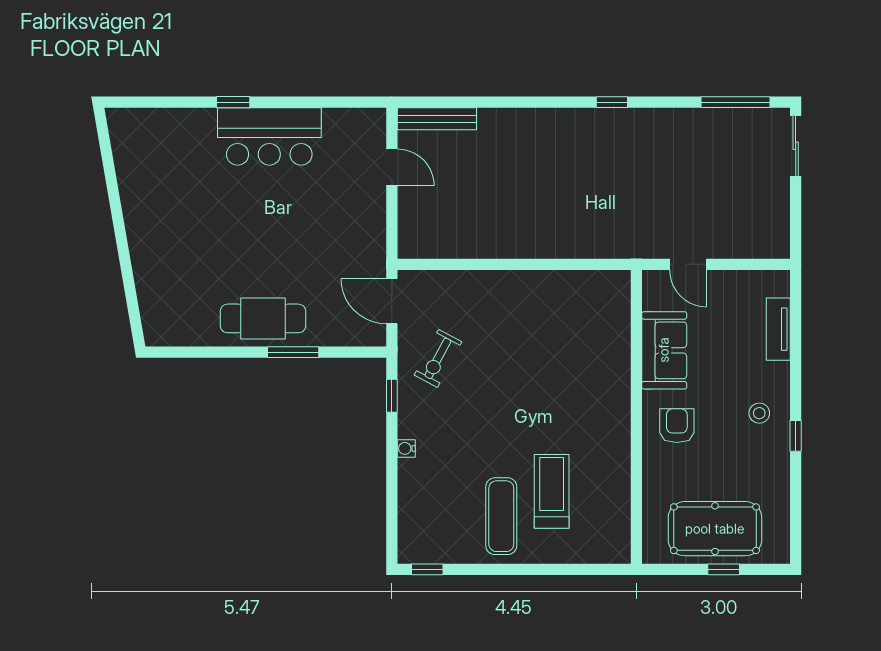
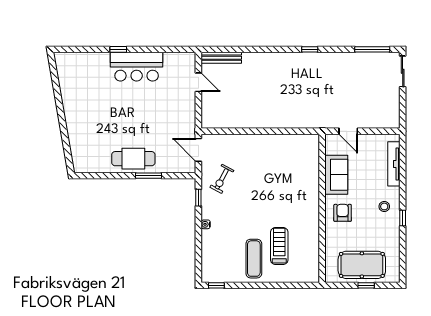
tv unit: (778, 329) -> (394, 164), width x1.41

